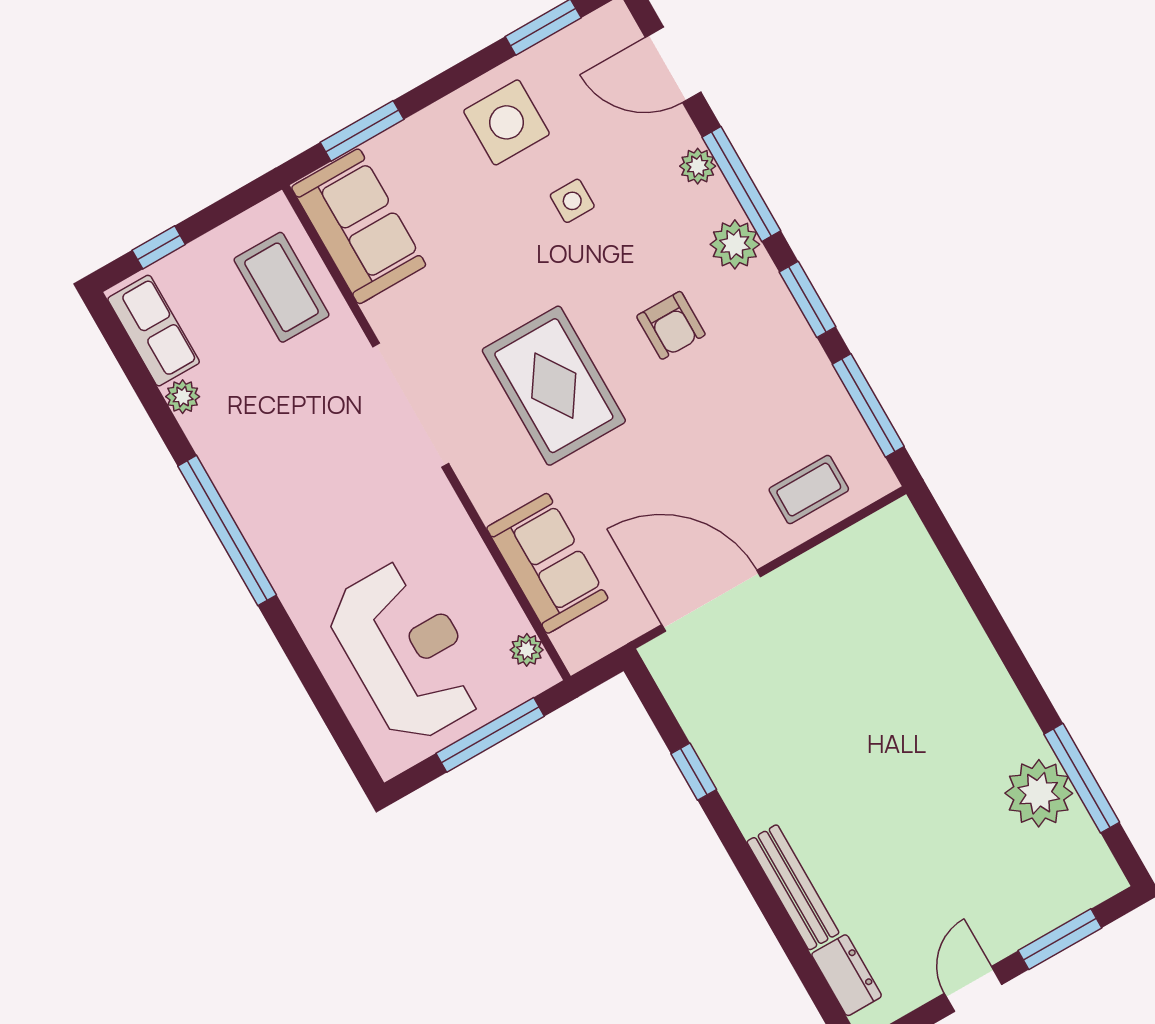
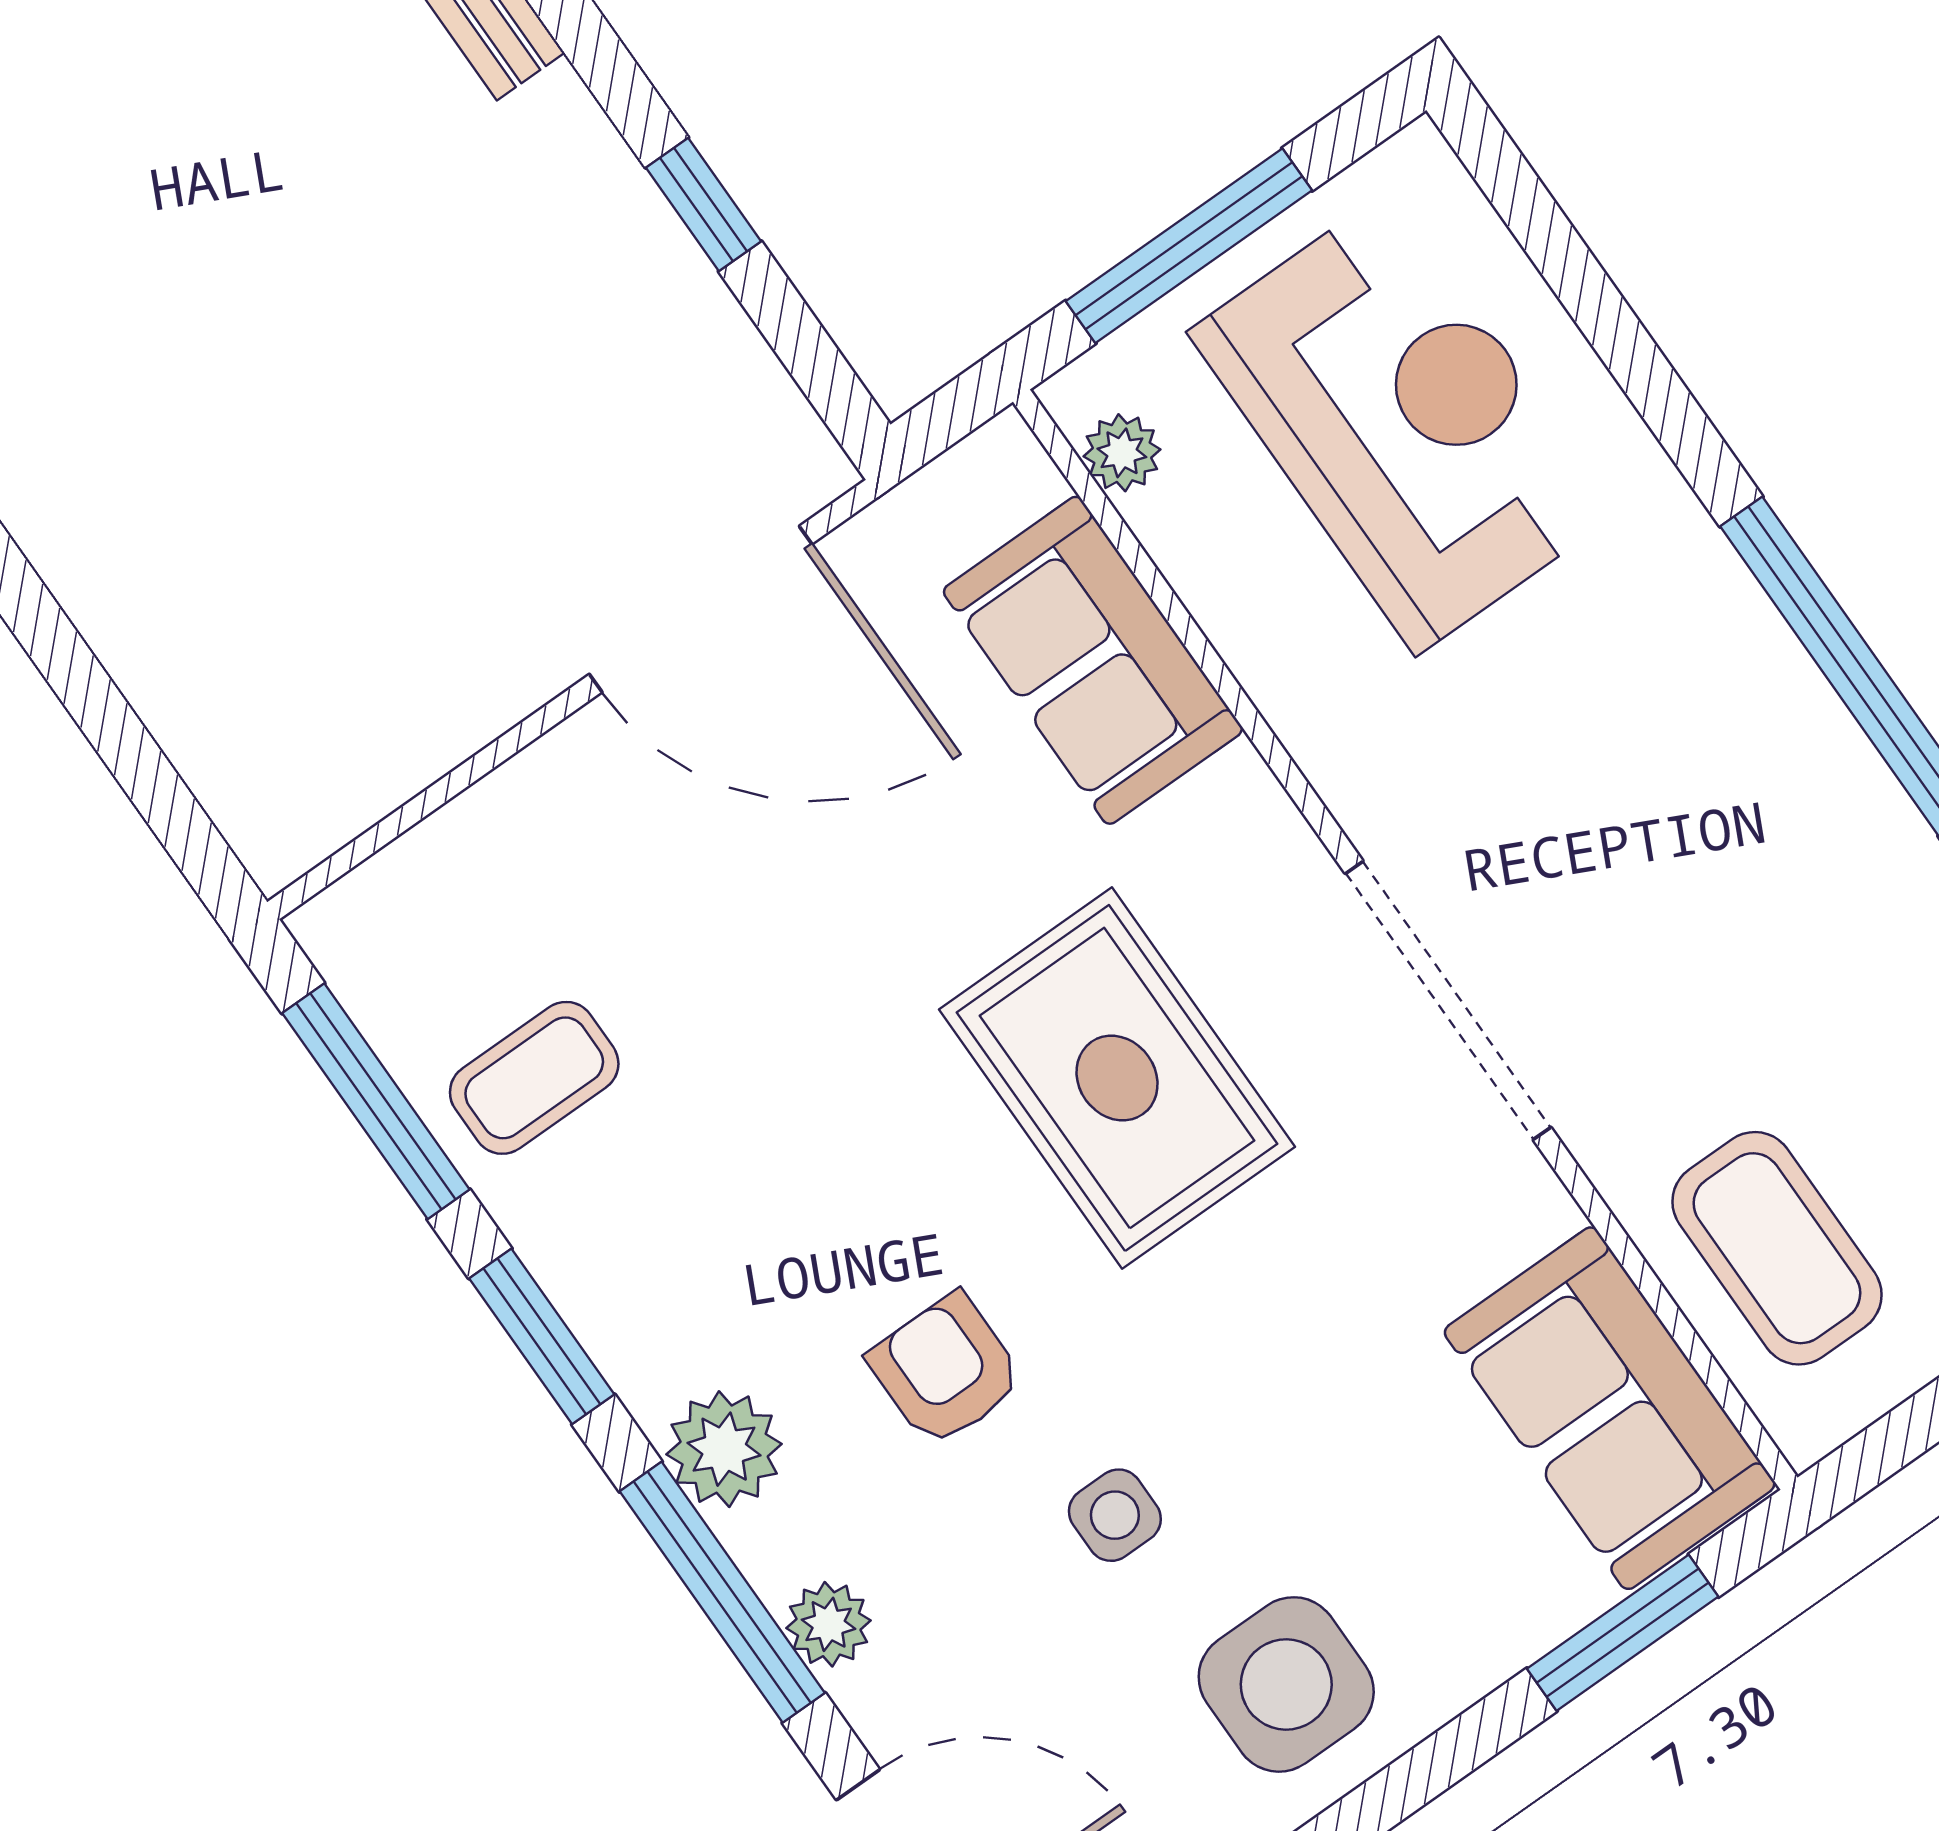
armchair: (671, 325) -> (946, 1370), moved
coffee table: (809, 490) -> (534, 1078), moved
reception desk: (407, 652) -> (1403, 422), turned 180

